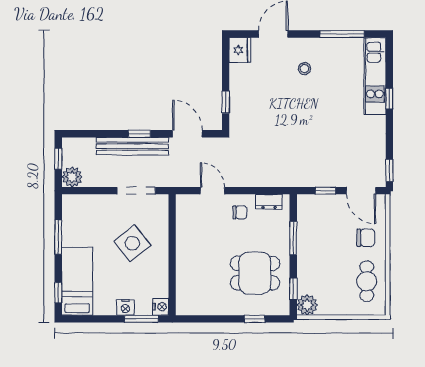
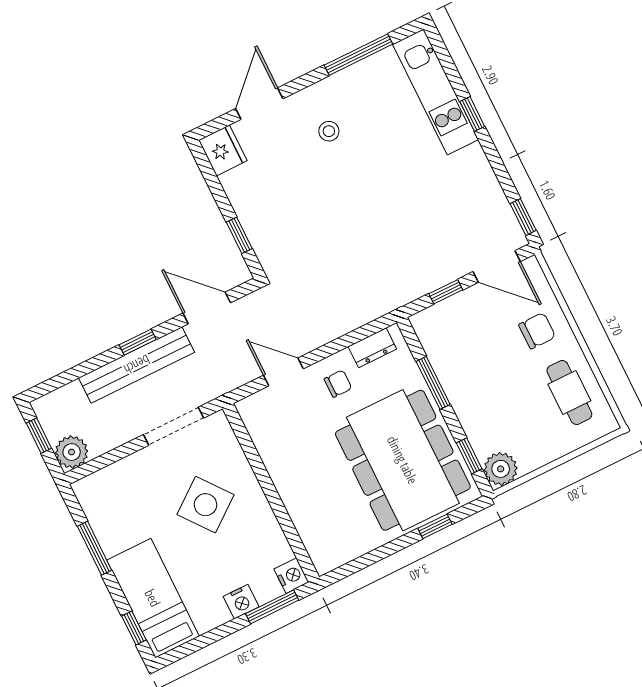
dining table: (255, 273) -> (403, 460), width x1.88, depth x1.24

